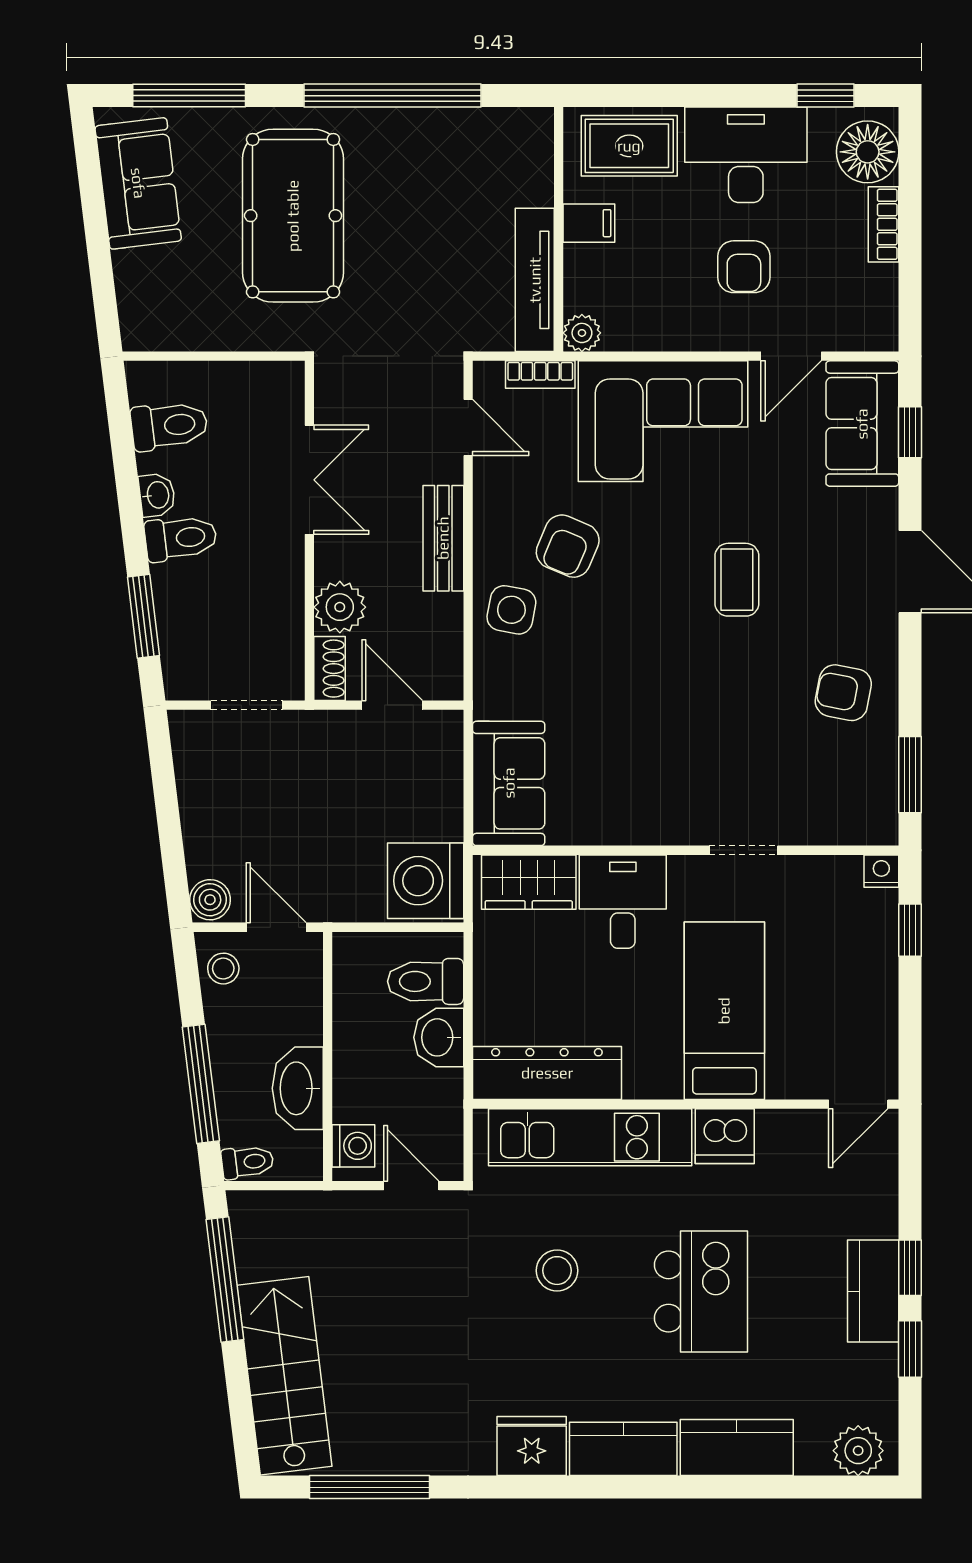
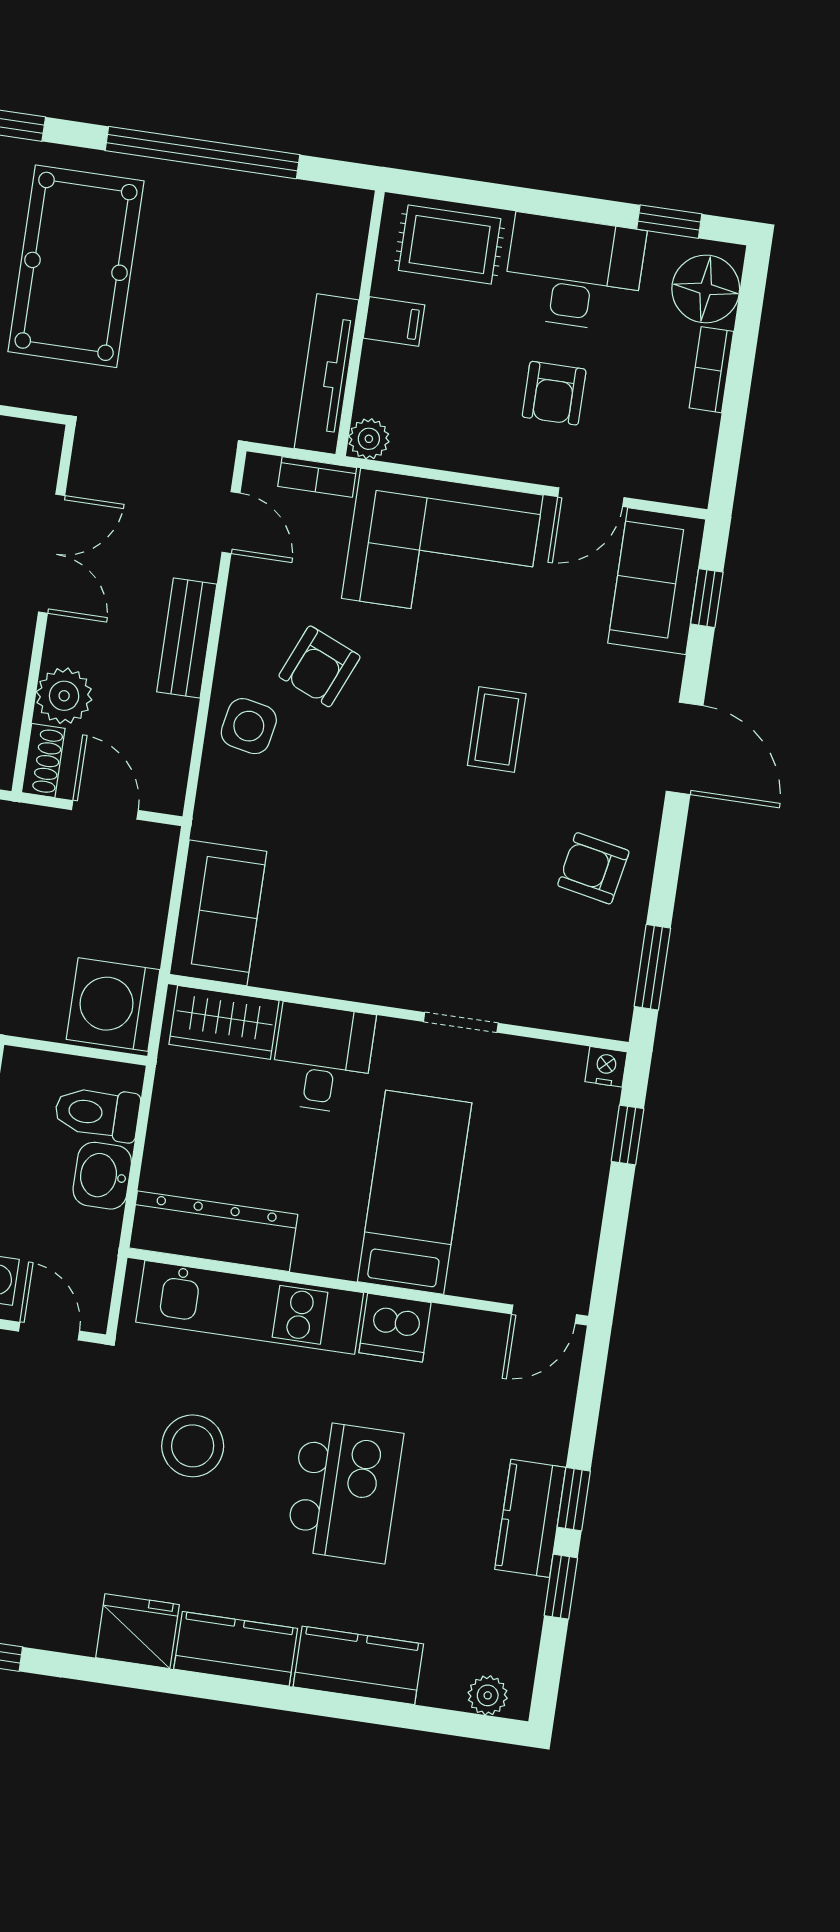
stool: (557, 1271) -> (193, 1446), width x1.38, depth x1.38
plant: (858, 1451) -> (488, 1695), width x0.73, depth x0.73

